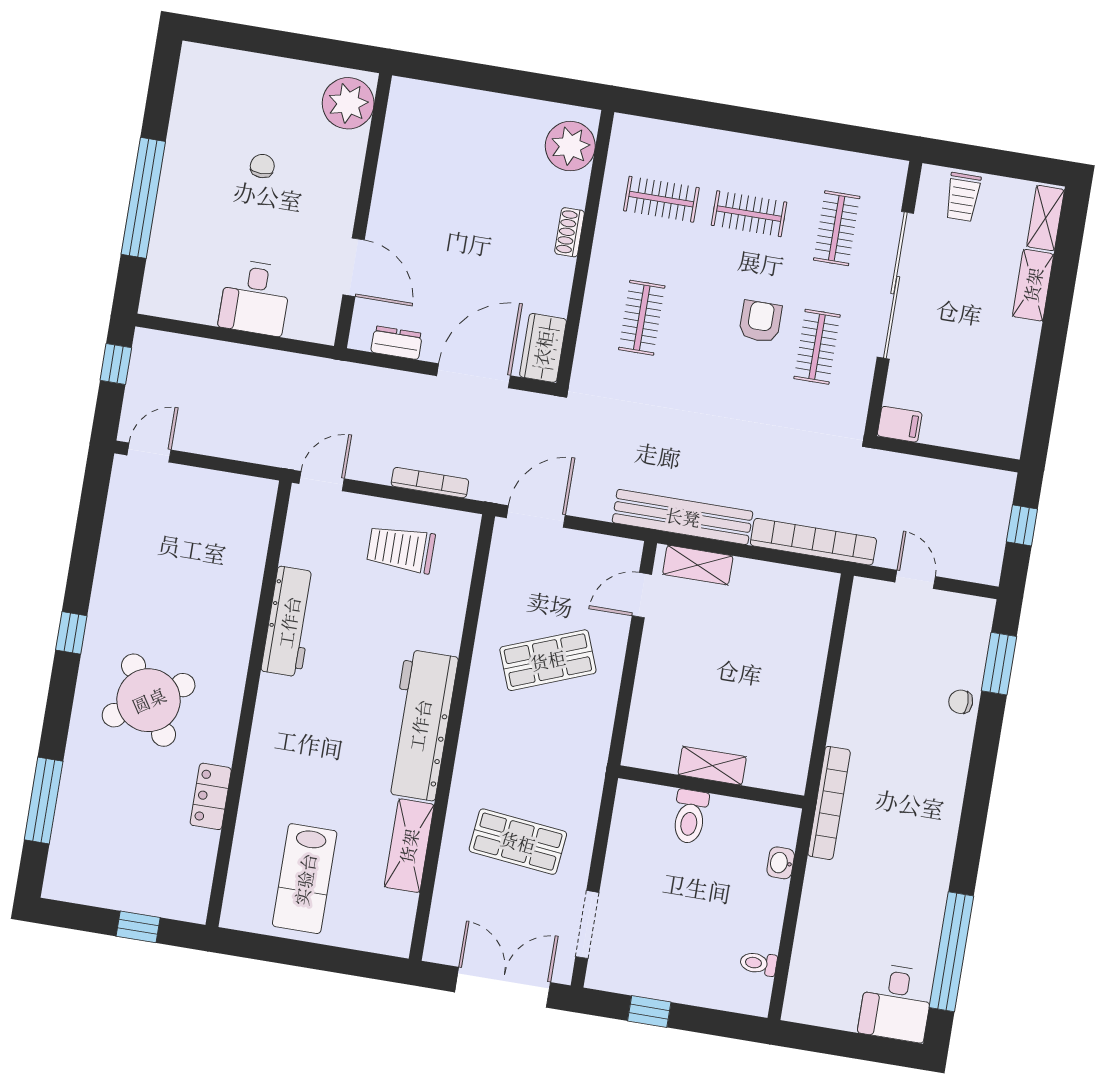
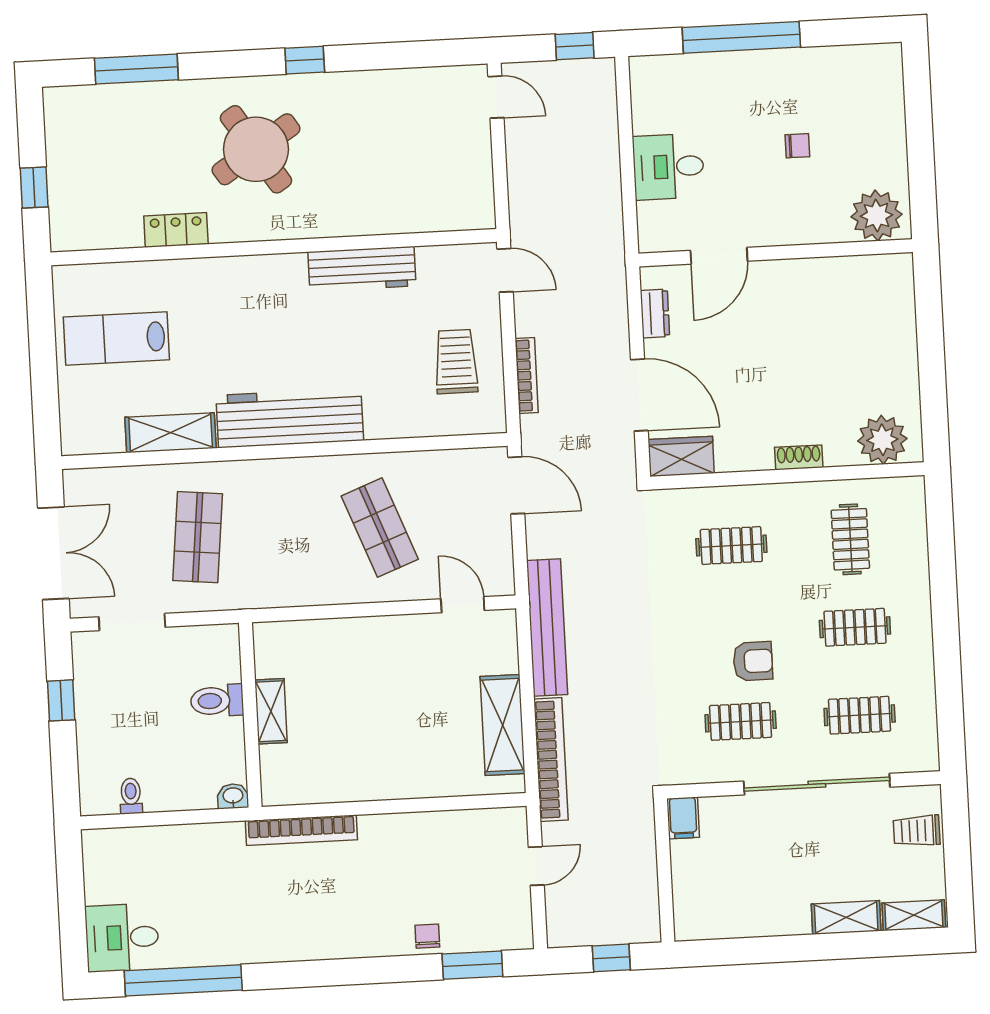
clothes rail: (749, 214) -> (855, 627), turned 90
shelving: (698, 565) -> (503, 725), moved, width x1.50, depth x1.33
shelving: (712, 766) -> (271, 711), moved
wall: (711, 787) -> (250, 715), moved
toilet: (690, 817) -> (217, 701), moved

